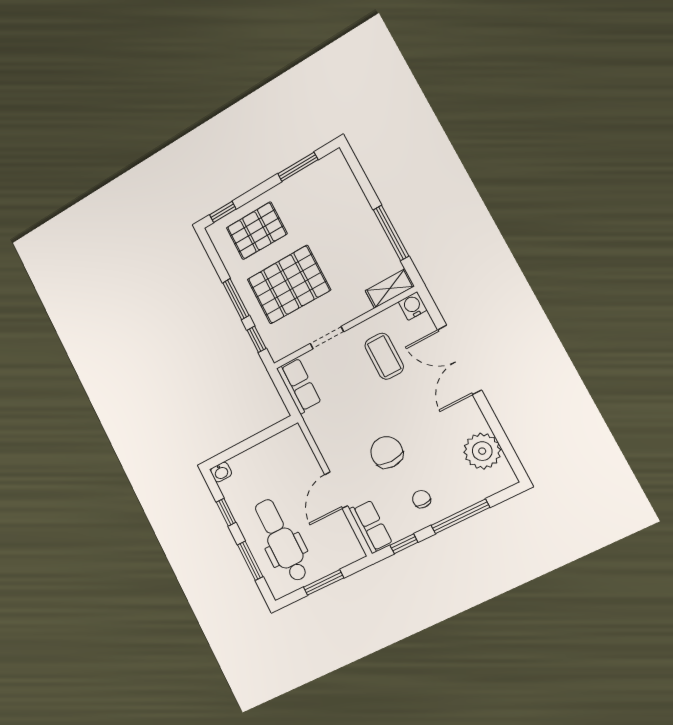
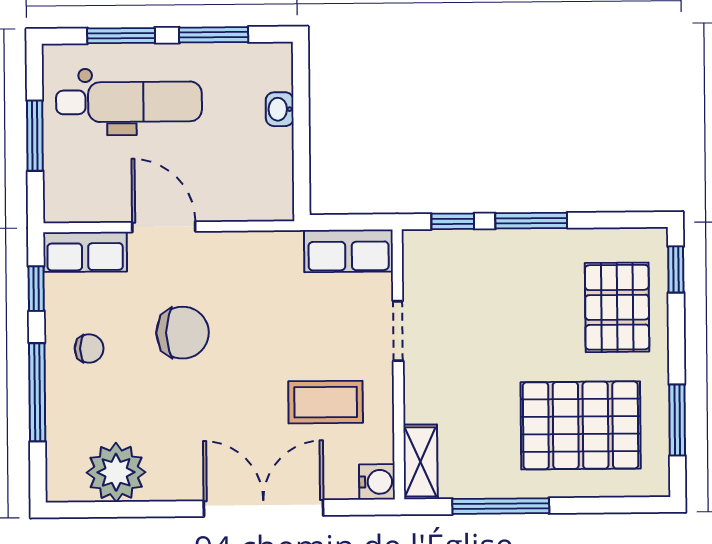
pallet: (289, 285) -> (581, 425), moved, turned 90
washbasin: (221, 472) -> (280, 109), moved
window: (226, 512) -> (214, 35), width x1.50

